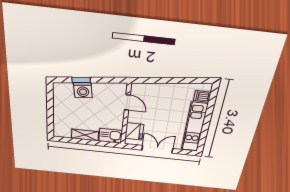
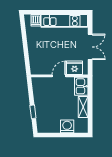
washing machine: (83, 90) -> (67, 126), moved, turned -83
door: (127, 102) -> (59, 76), moved
double door: (157, 149) -> (90, 47), swing flipped

